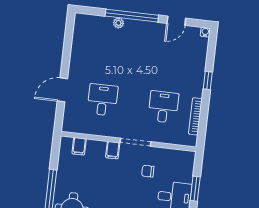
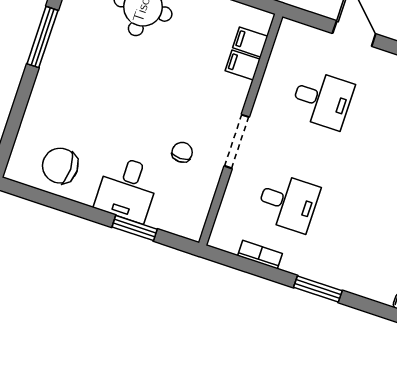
window: (208, 80) -> (318, 289), width x1.50
bookcase: (195, 116) -> (260, 255), width x0.64
filing cabinet: (113, 150) -> (243, 65), moved

